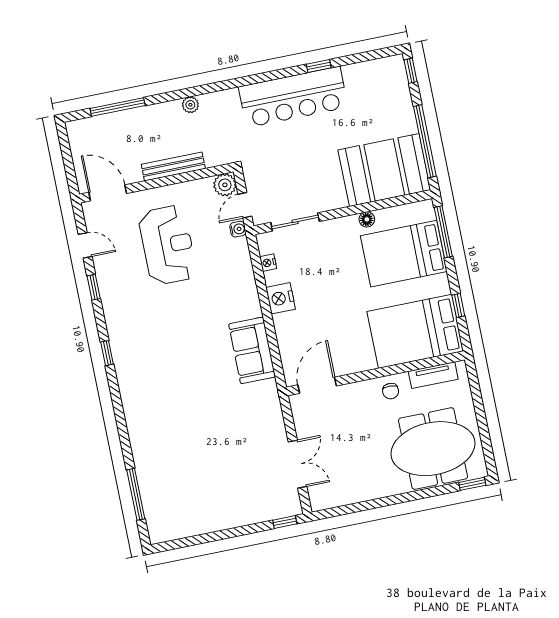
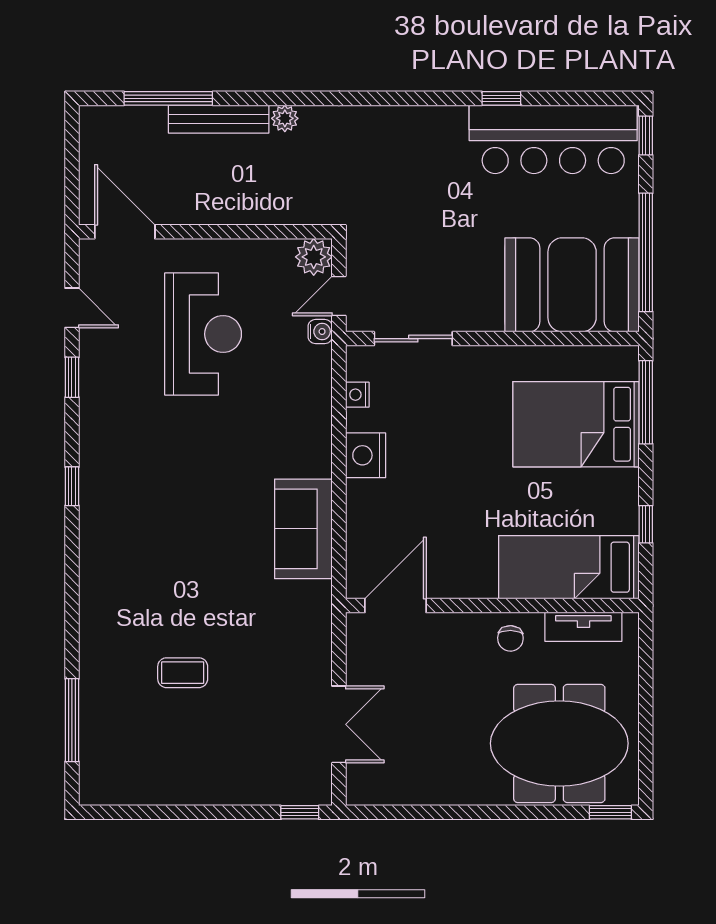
bar counter: (293, 97) -> (553, 139), moved
bench: (173, 167) -> (219, 119), moved
floor lamp: (367, 219) -> (528, 358), removed
bed: (415, 331) -> (569, 567), width x0.67
coffee table: (197, 452) -> (183, 673), added

